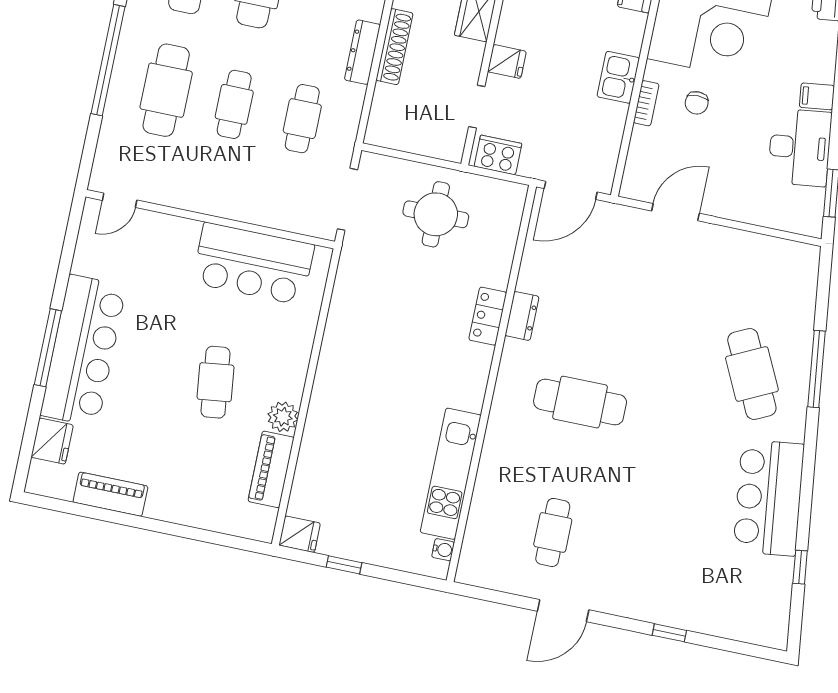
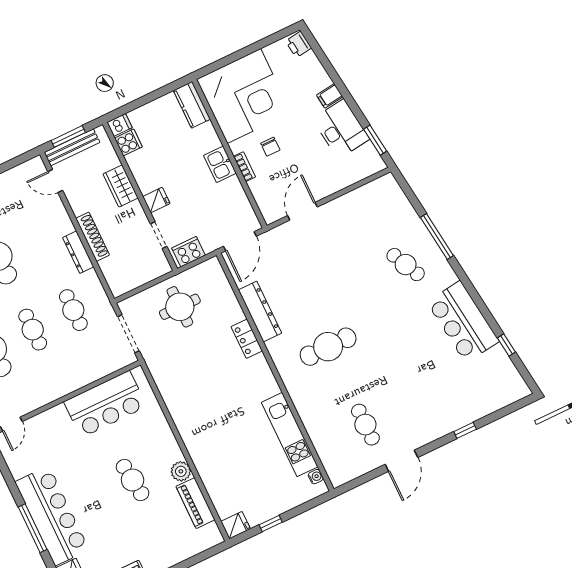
dresser: (522, 316) -> (260, 312), width x1.96, depth x1.24
cafe table: (752, 374) -> (406, 265), width x0.73, depth x0.74

